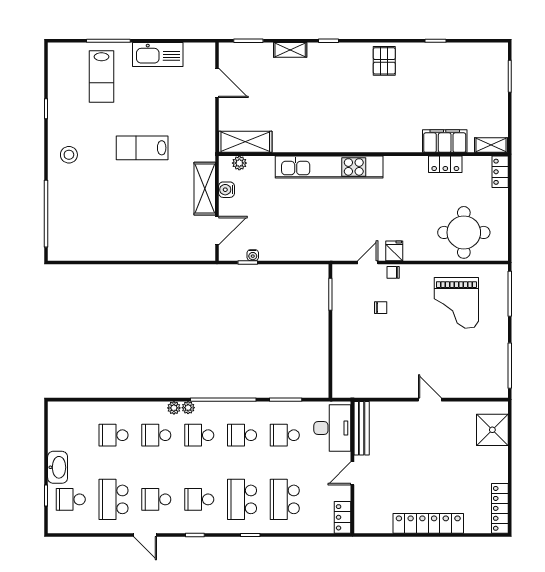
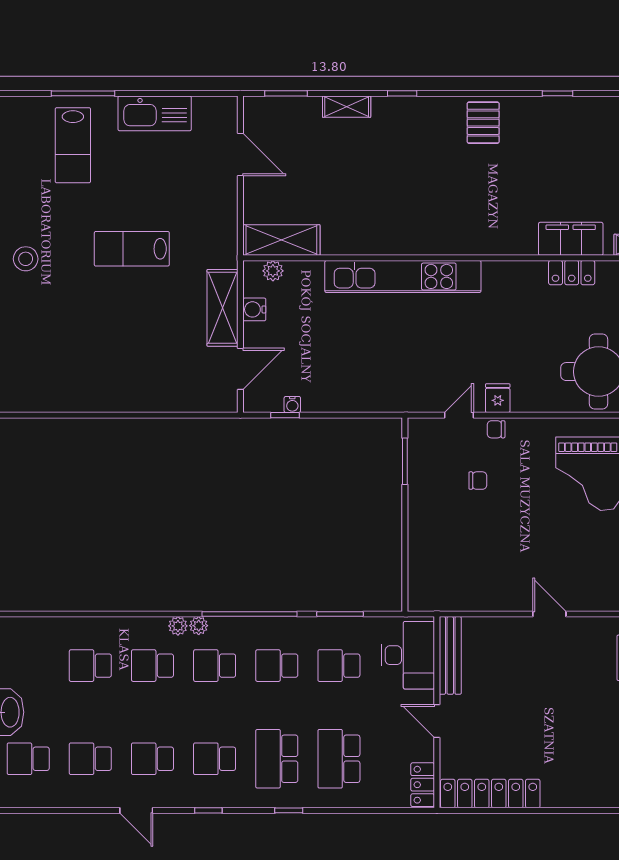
door: (352, 473) -> (437, 721), hinge flipped
school desk: (114, 499) -> (90, 759), width x0.54
locker: (428, 523) -> (490, 794), moved

